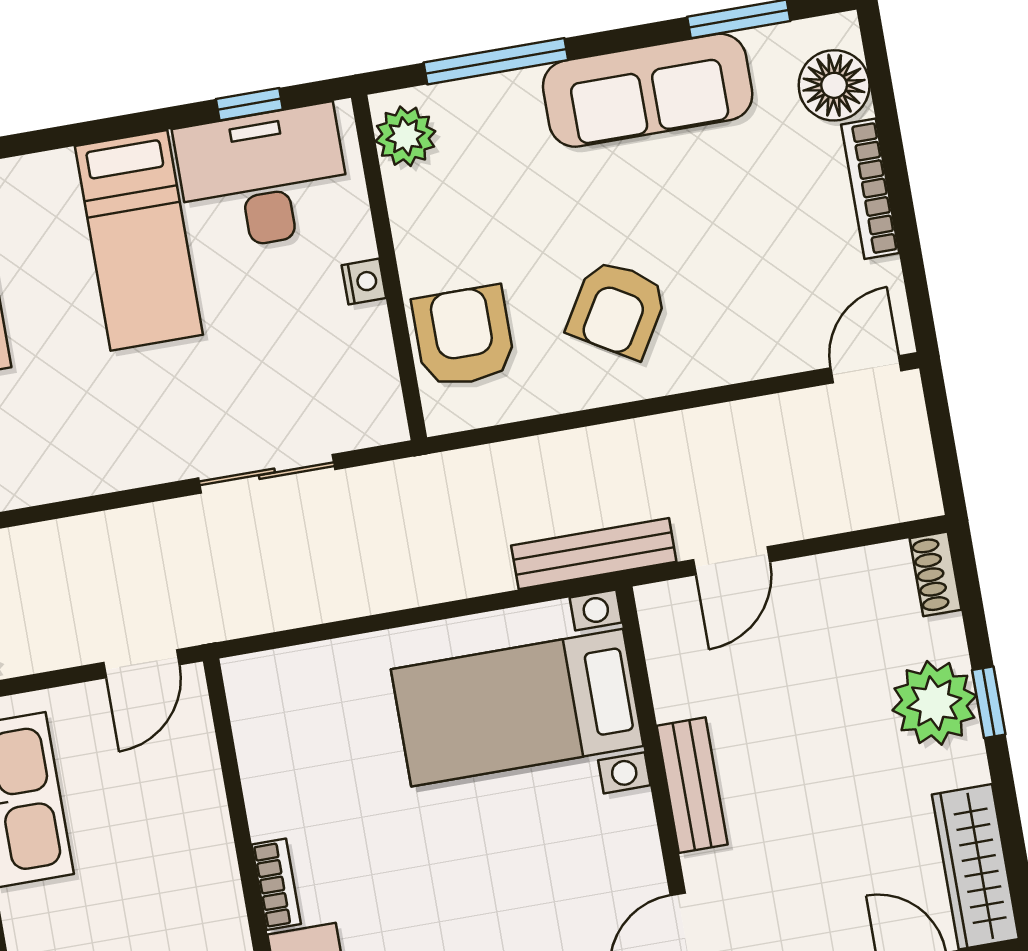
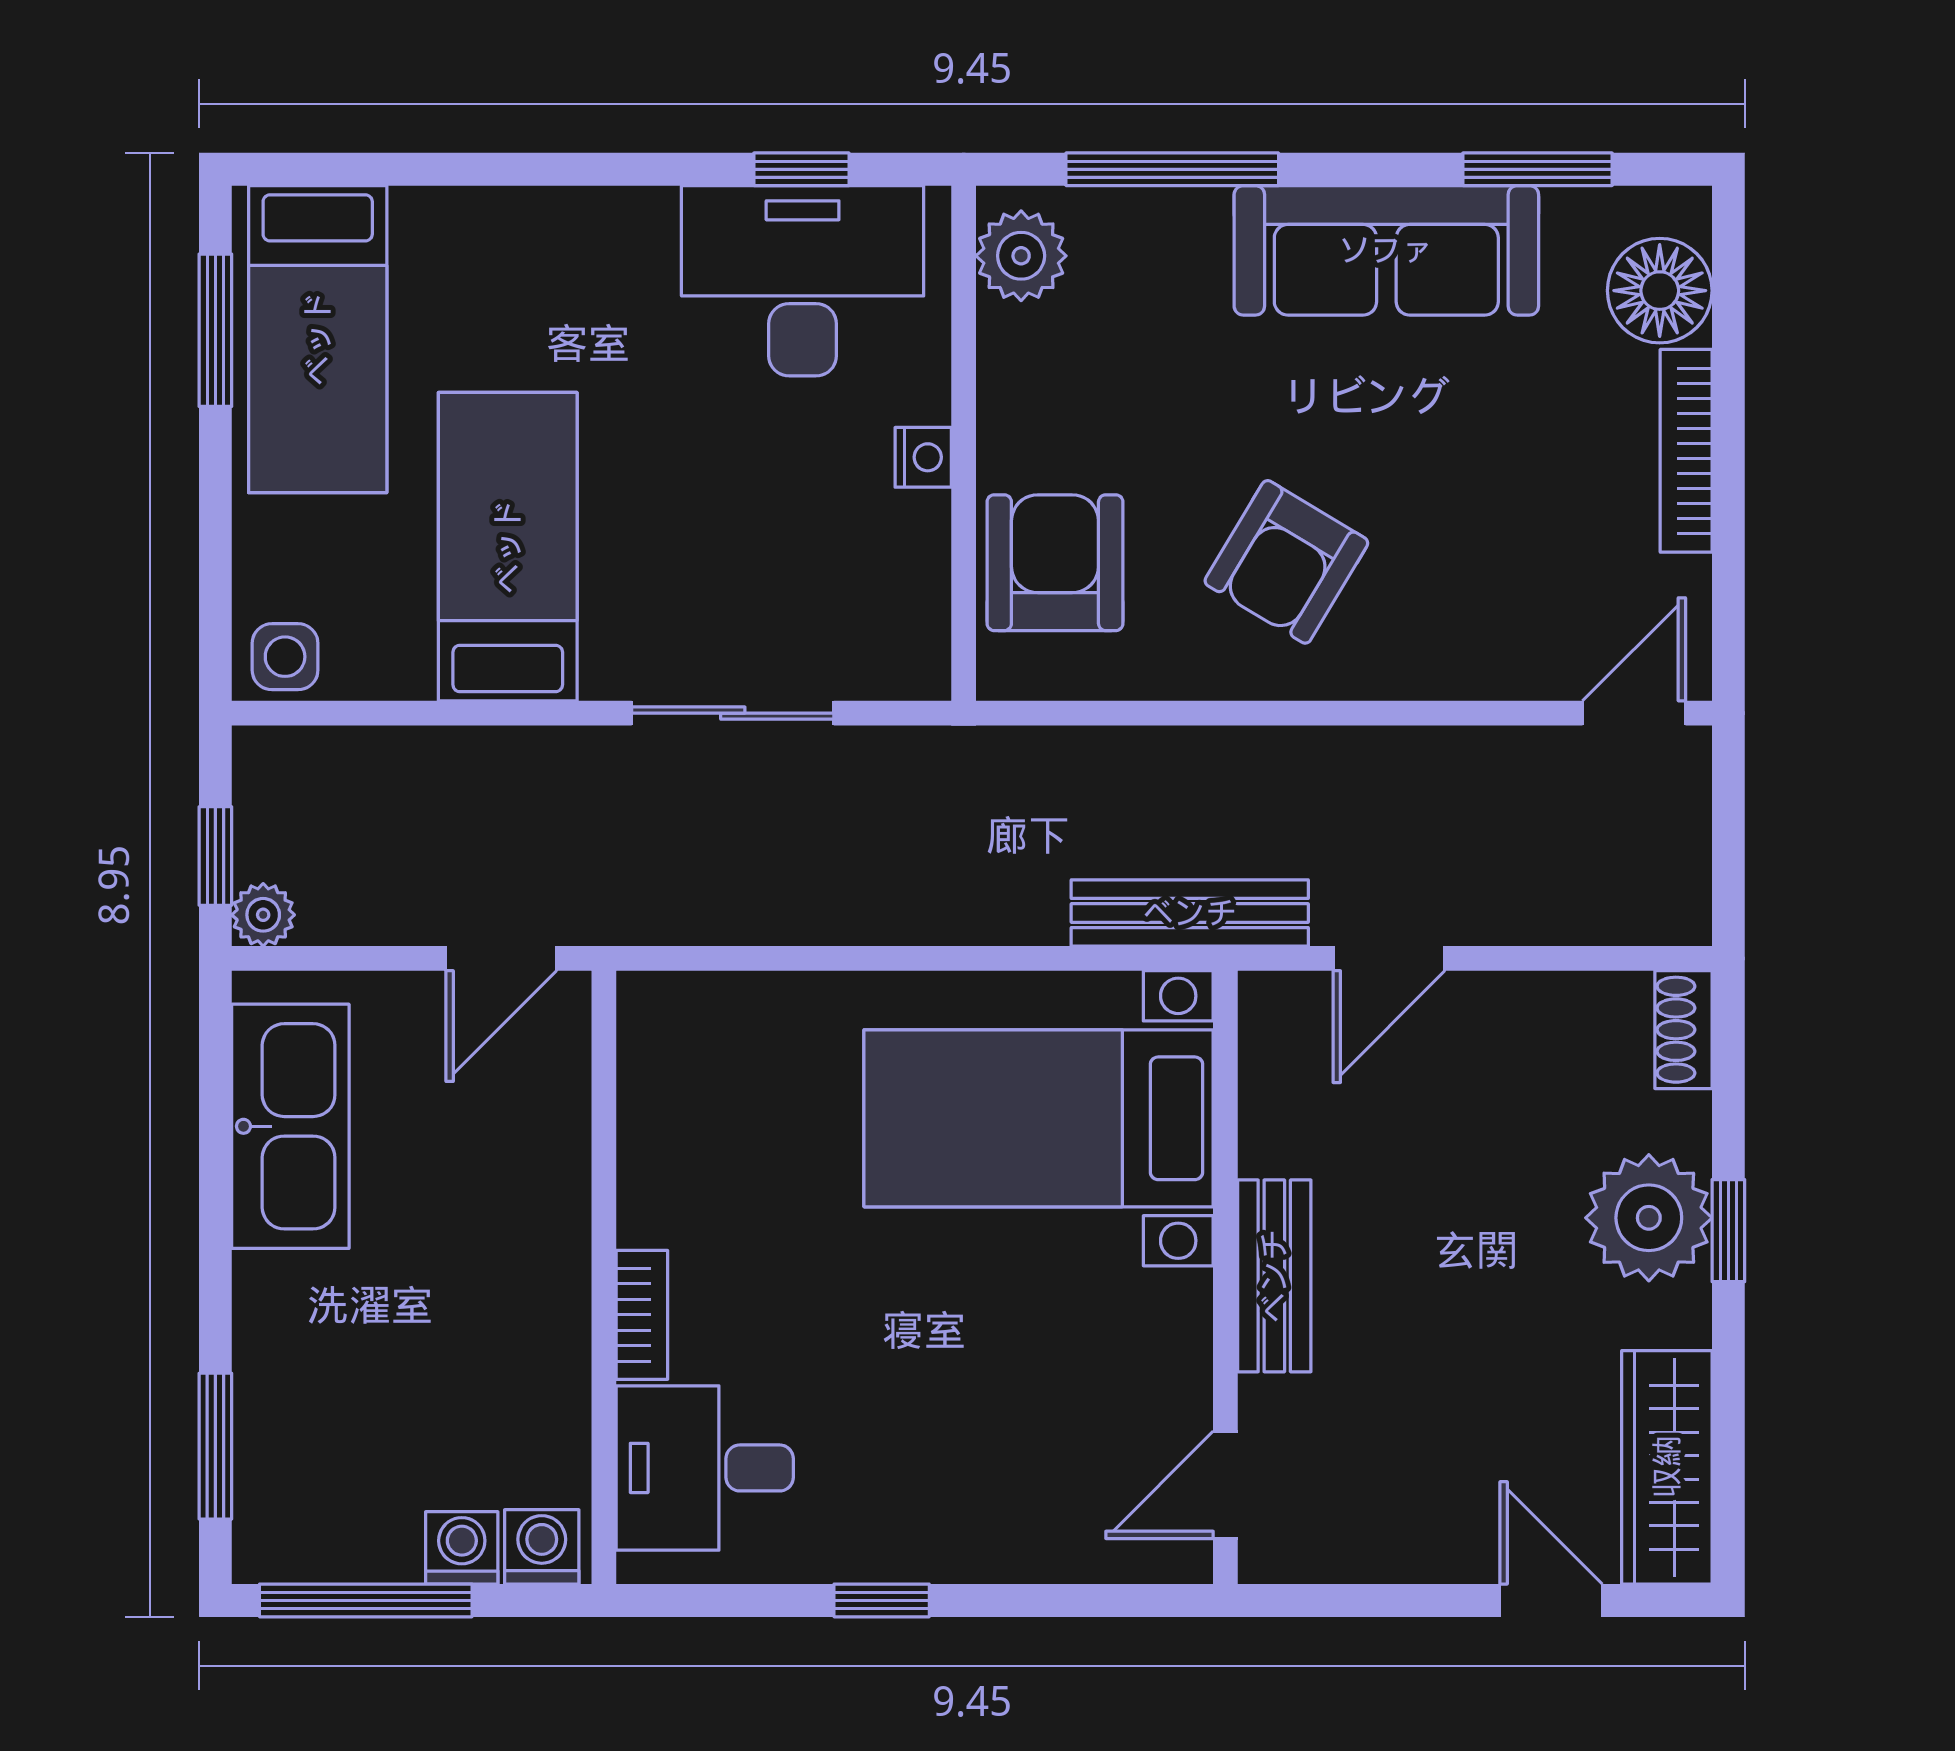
bed: (139, 240) -> (508, 547), moved, turned 180

